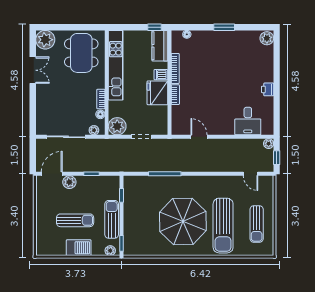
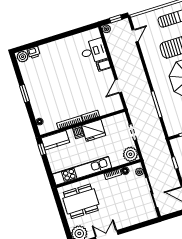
printer: (268, 89) -> (34, 52), moved
filing cabinet: (228, 127) -> (104, 65), added

